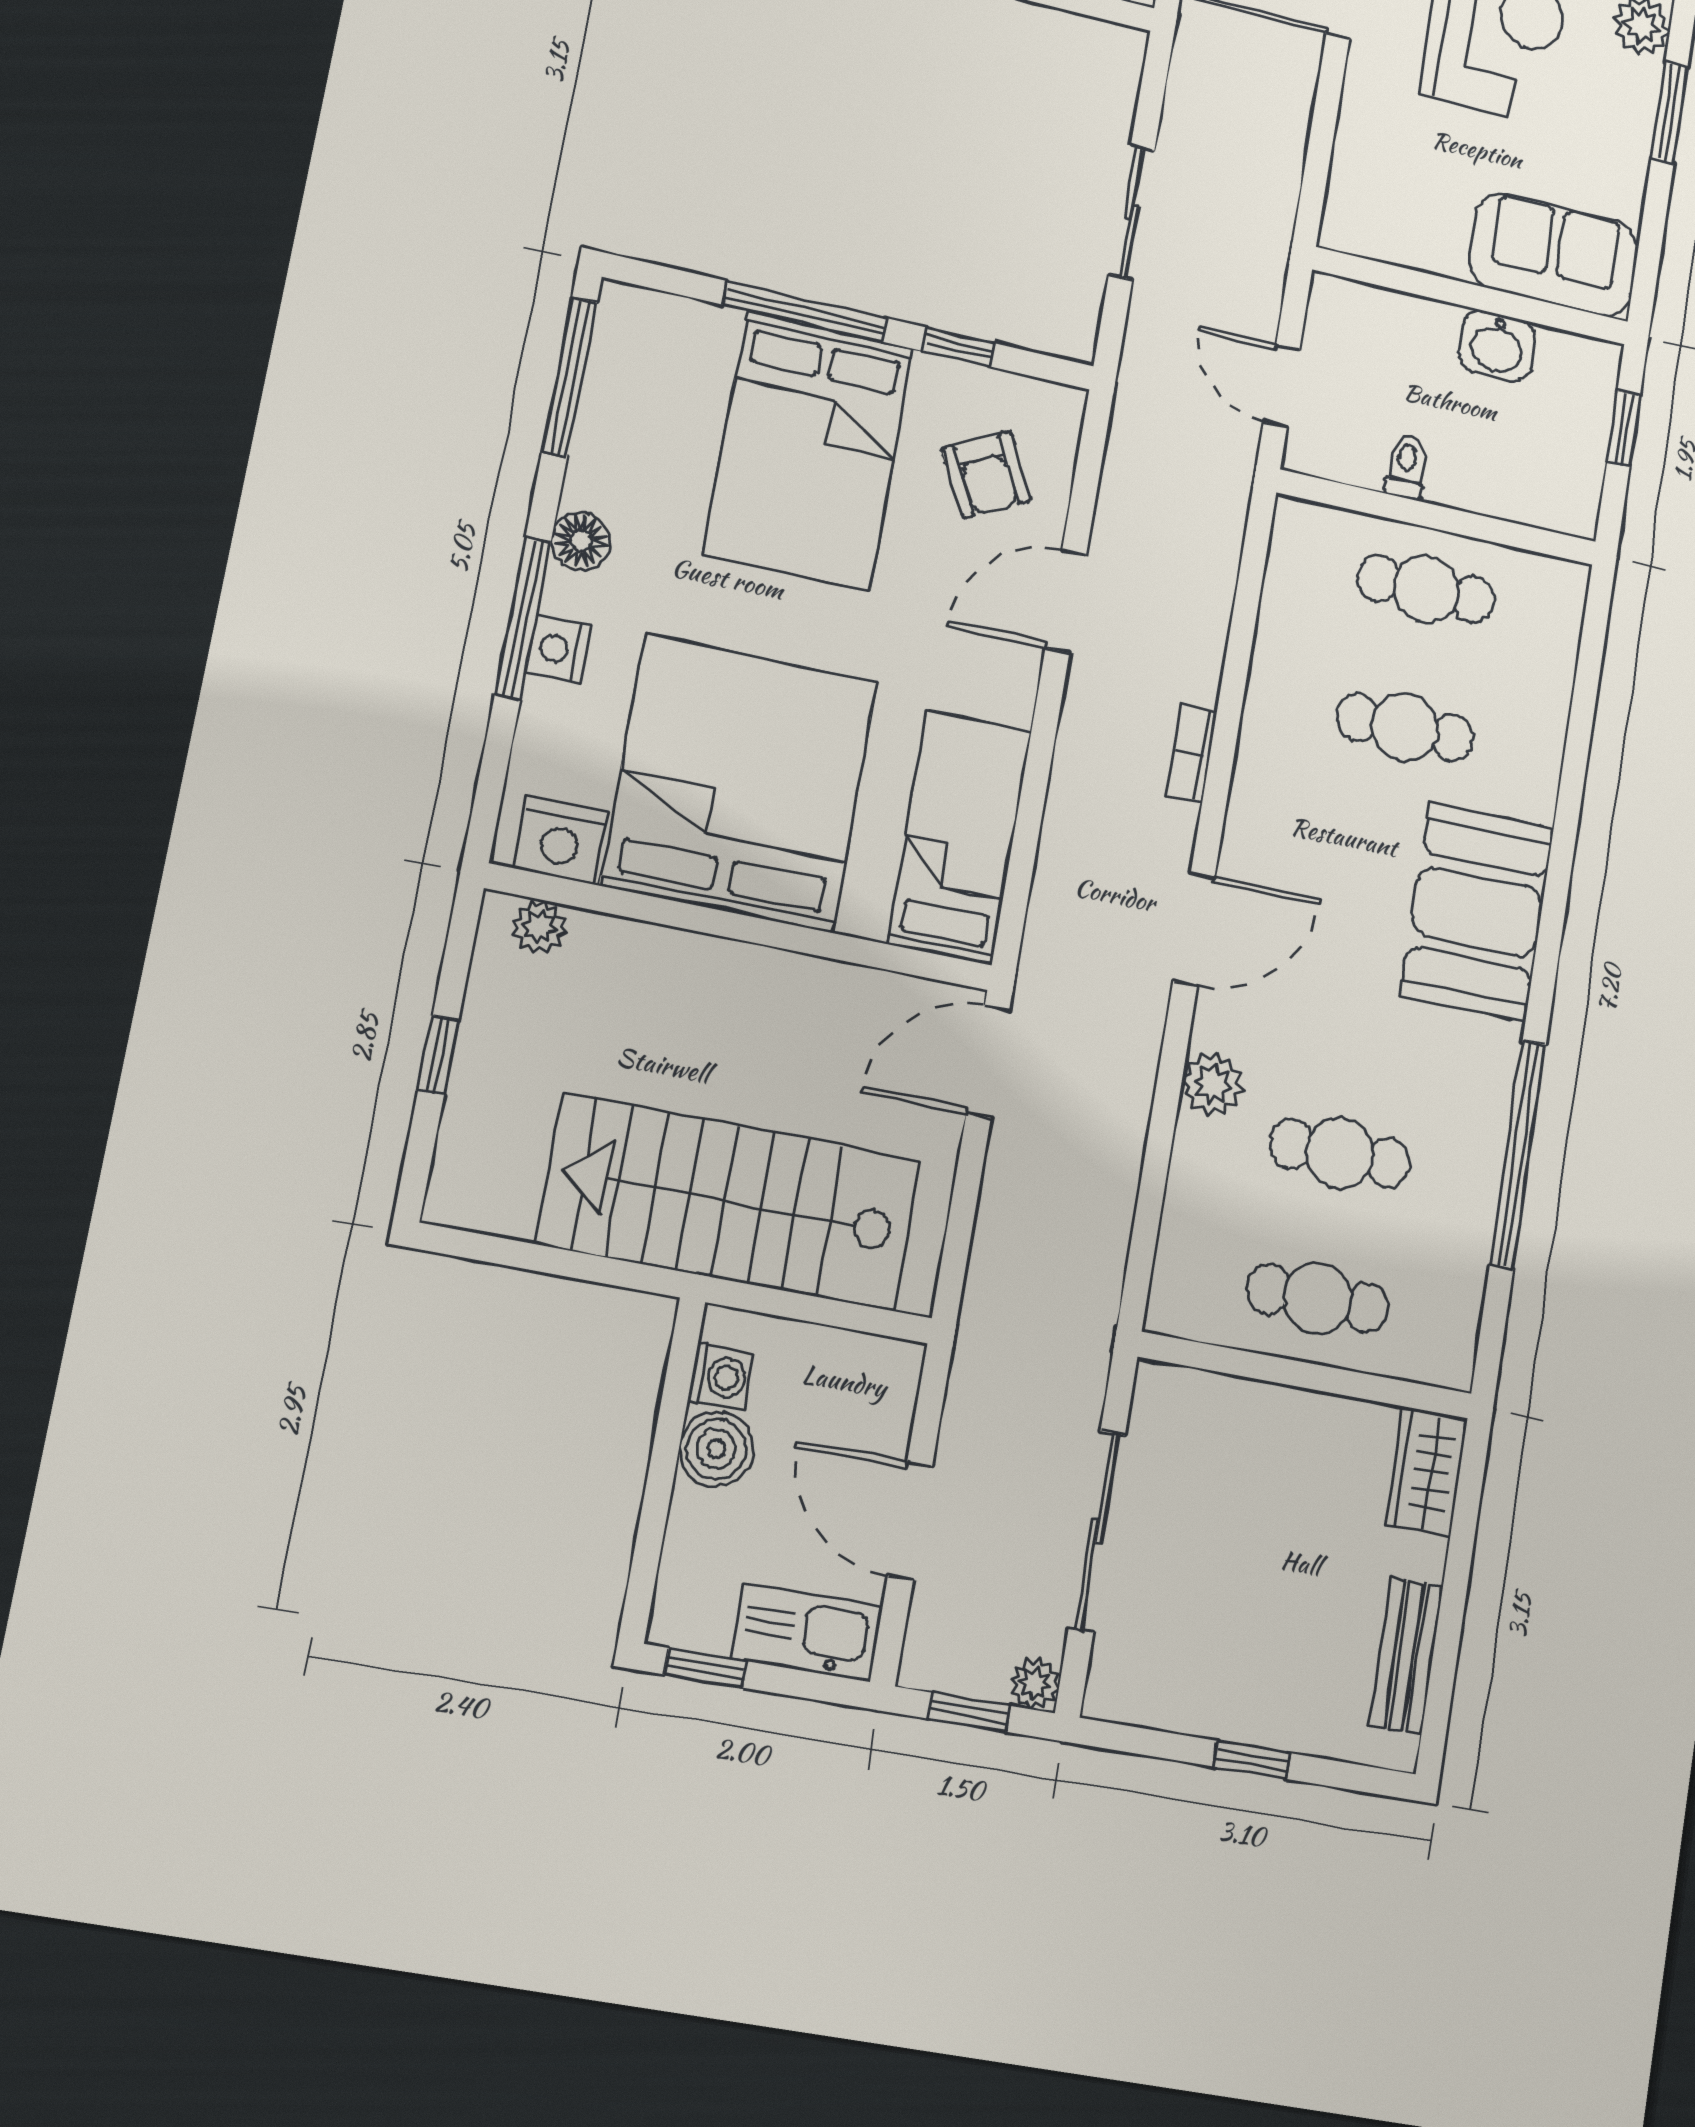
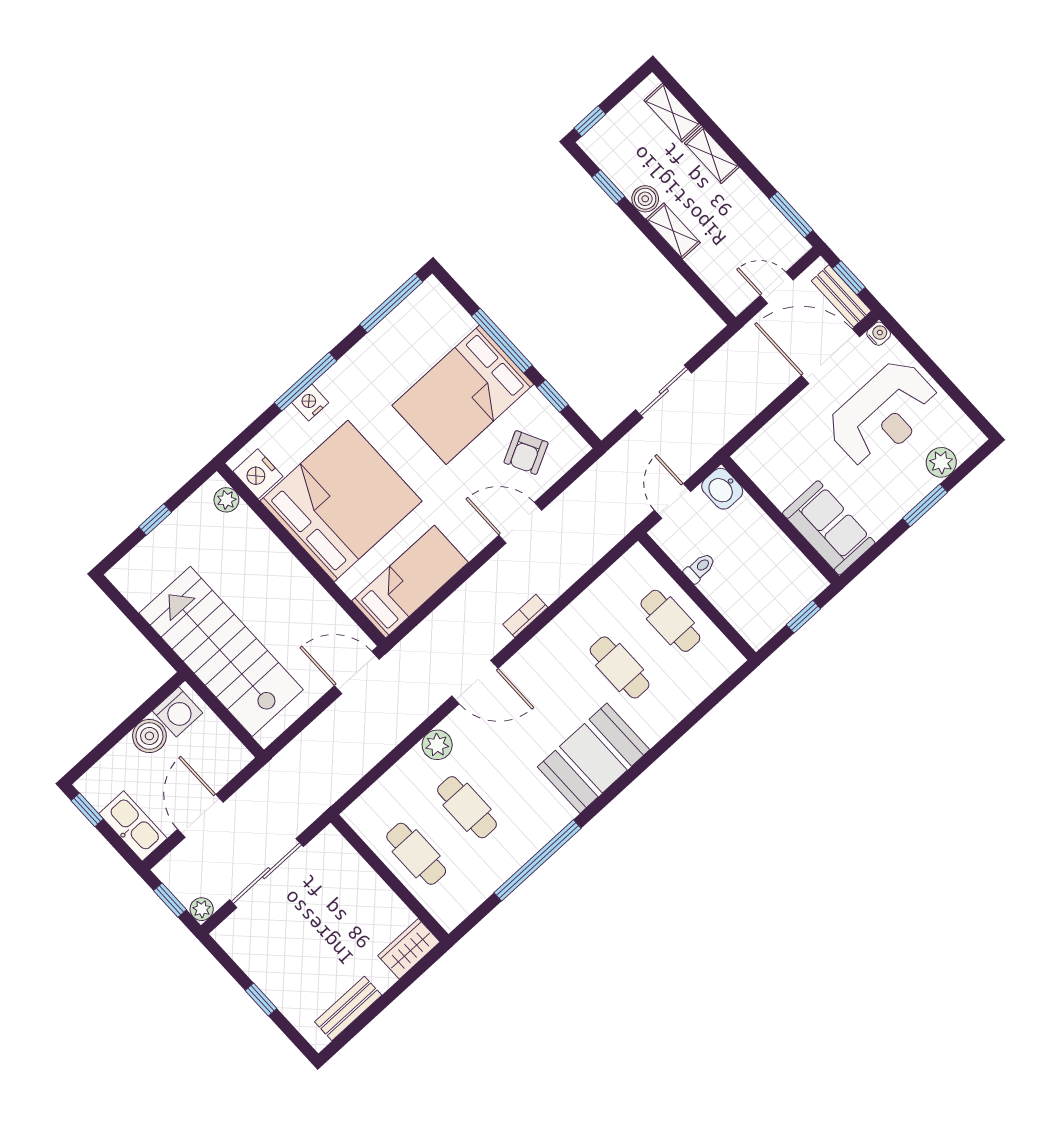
washbasin: (1497, 345) -> (722, 489), moved
floor lamp: (581, 541) -> (349, 368), removed
washing machine: (721, 1377) -> (177, 712), width x1.38, depth x1.38

